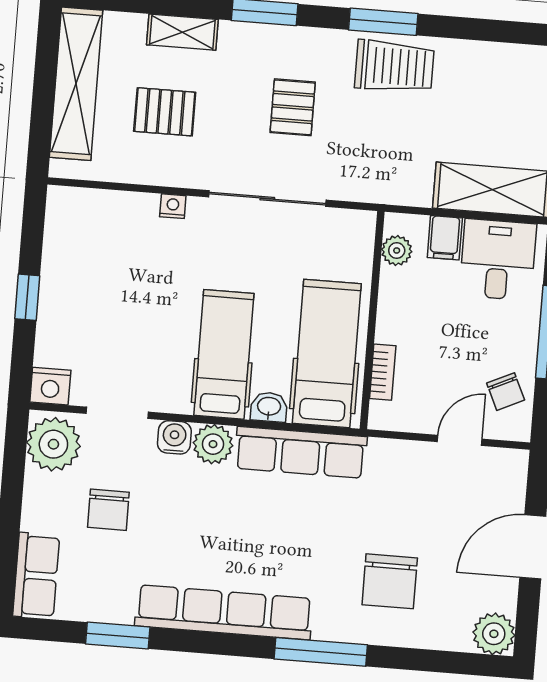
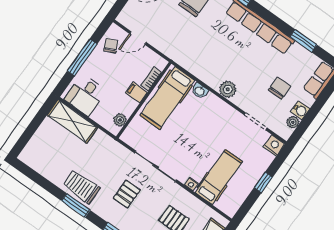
filing cabinet: (445, 238) -> (136, 92), moved, turned -90
hospital bed: (224, 354) -> (219, 177), moved, turned 180
water cooler: (174, 437) -> (300, 110), moved, turned -90
plant: (53, 444) -> (293, 122), width x0.53, depth x0.53
row of seats: (301, 452) -> (198, 68), removed

